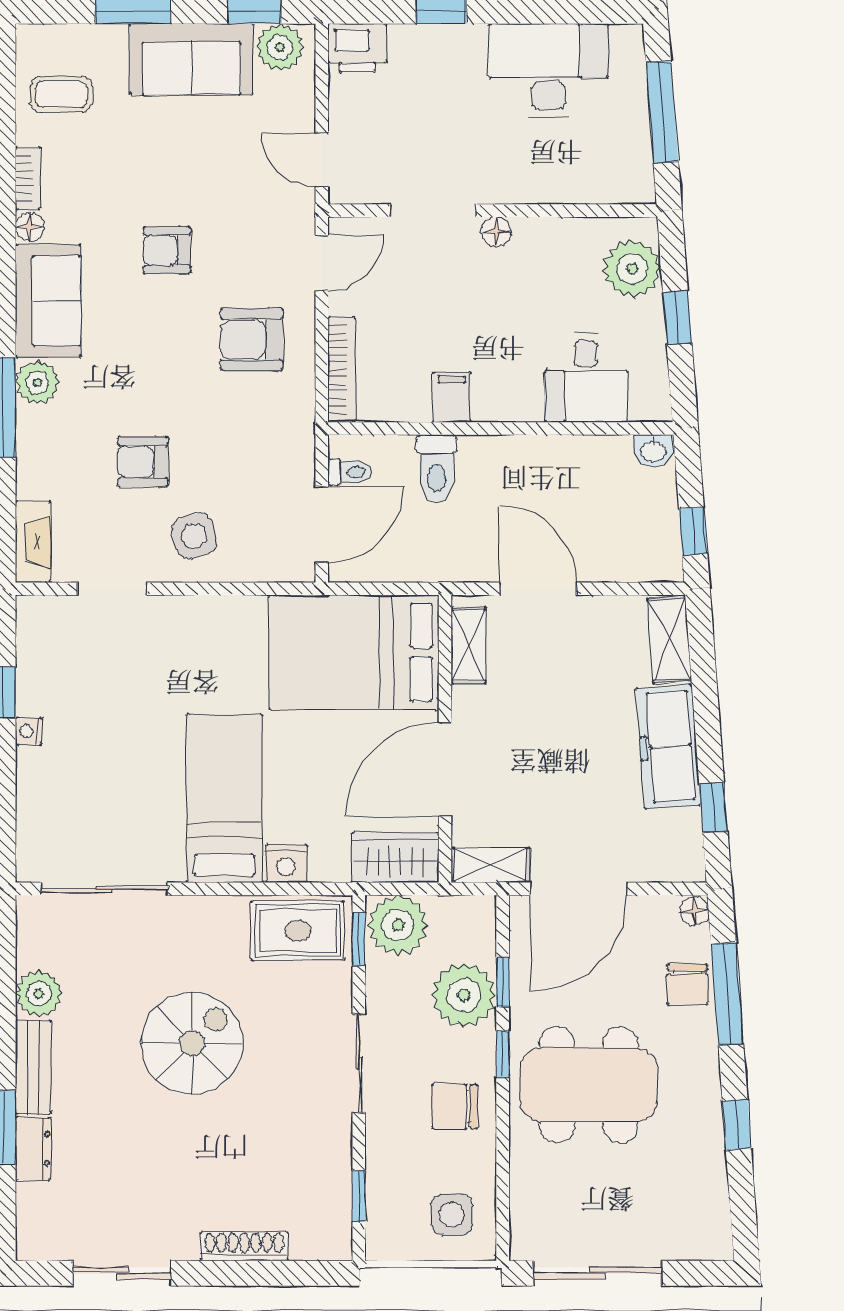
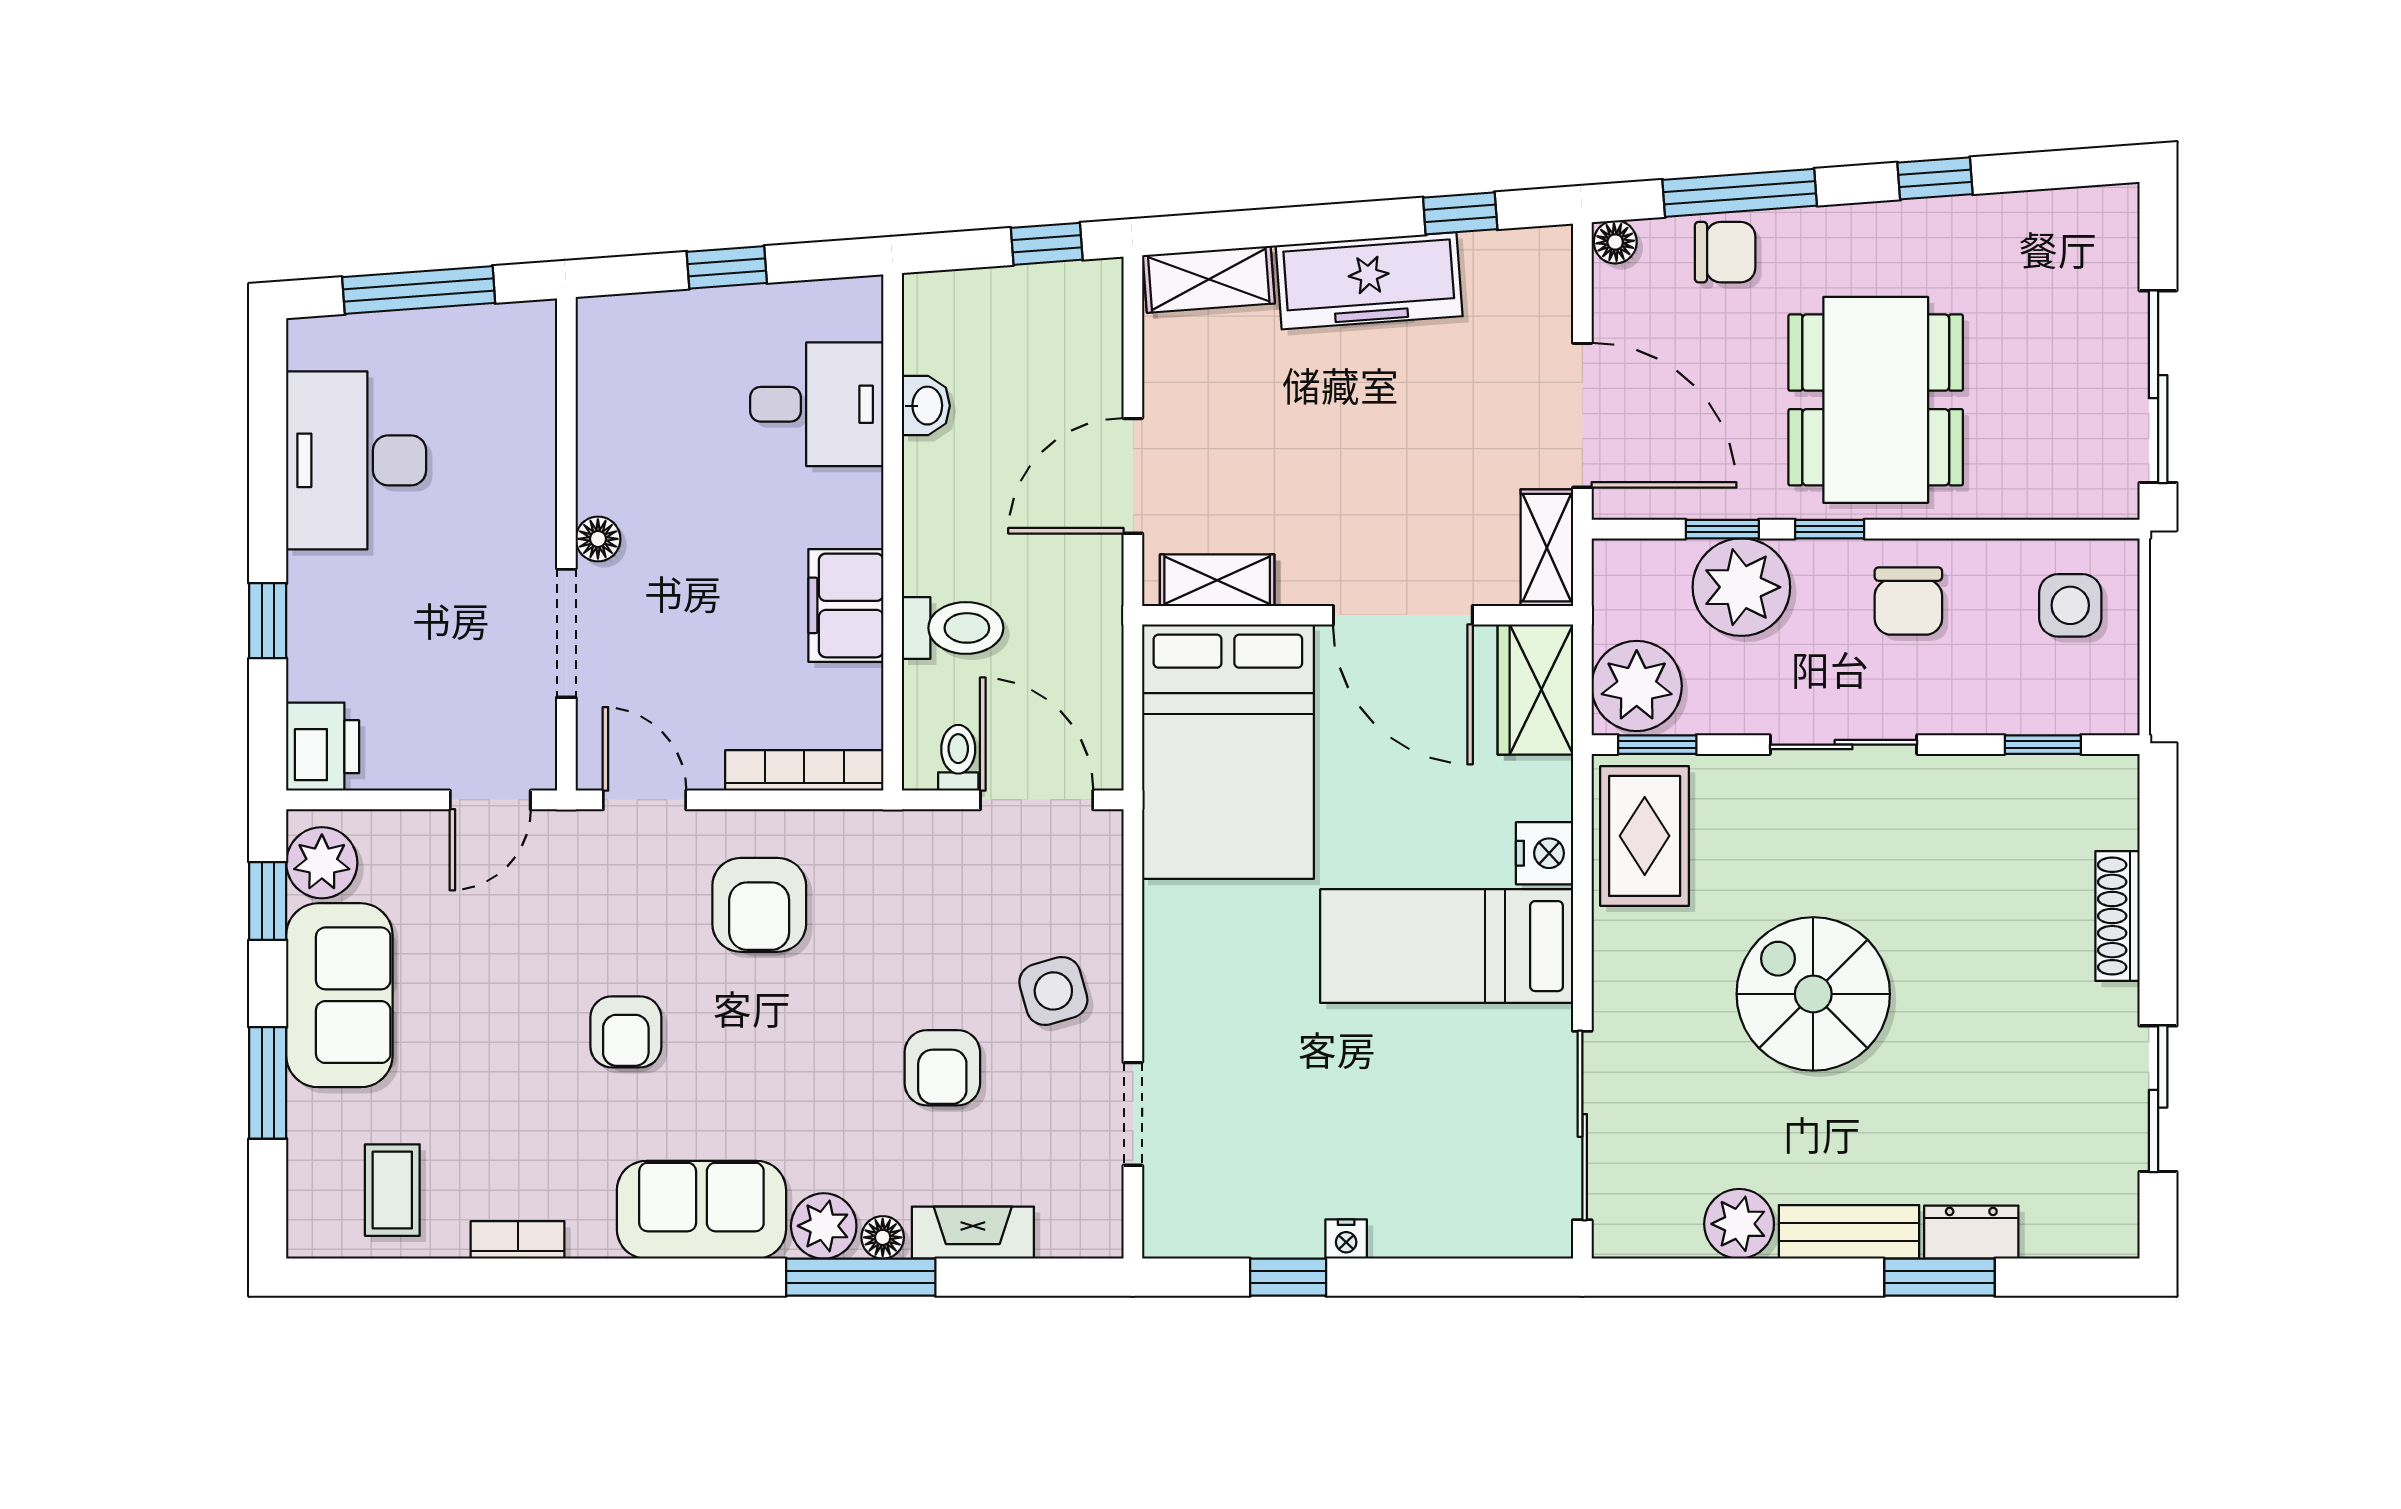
floor lamp: (30, 227) -> (883, 1237), moved
plant: (632, 269) -> (653, 335), removed
filing cabinet: (452, 397) -> (846, 605), width x2.00
washbasin: (653, 451) -> (926, 406), moved
fireplace: (33, 542) -> (973, 1233), moved

